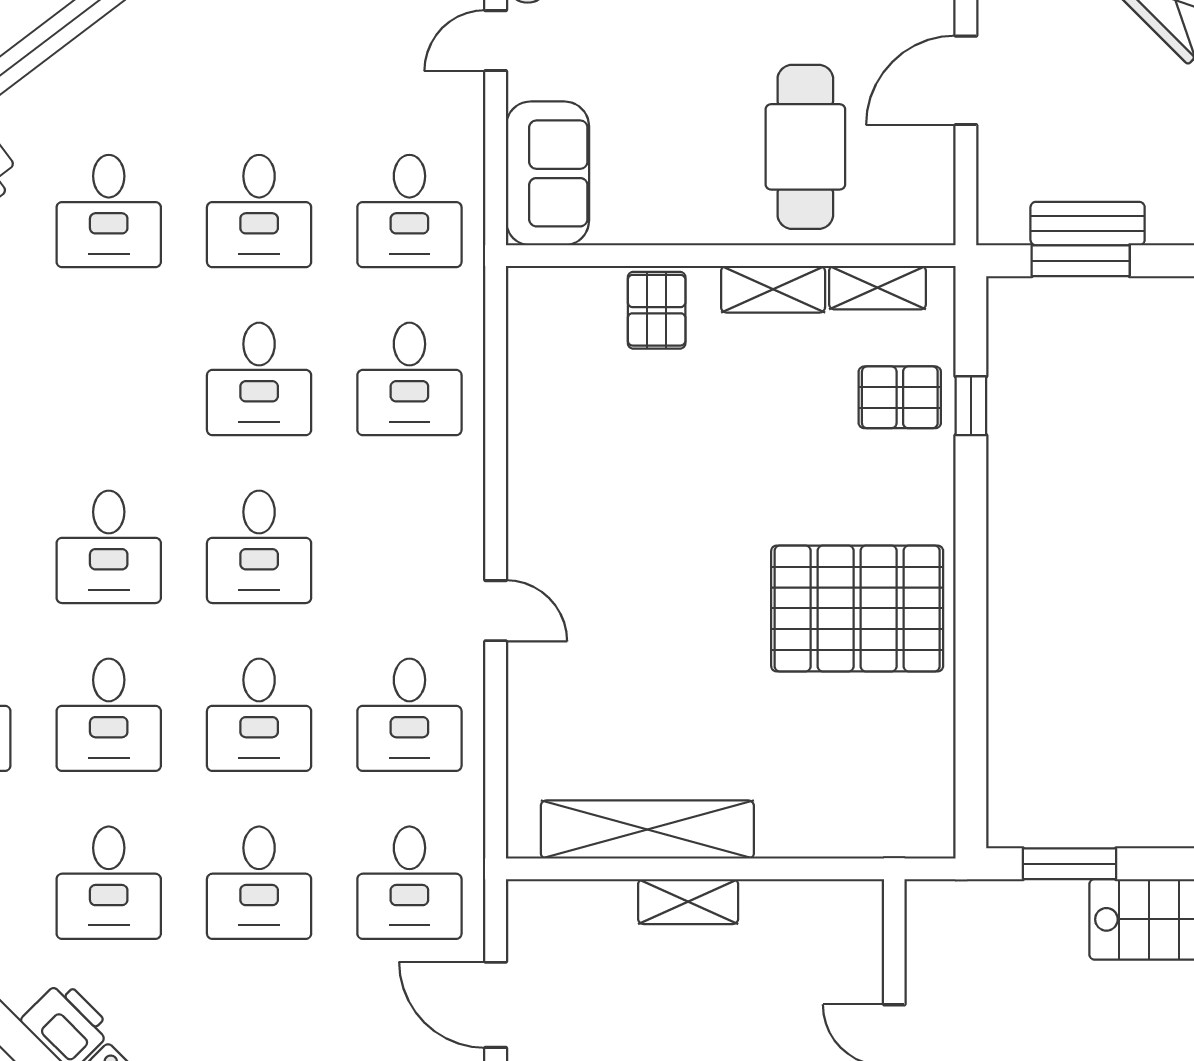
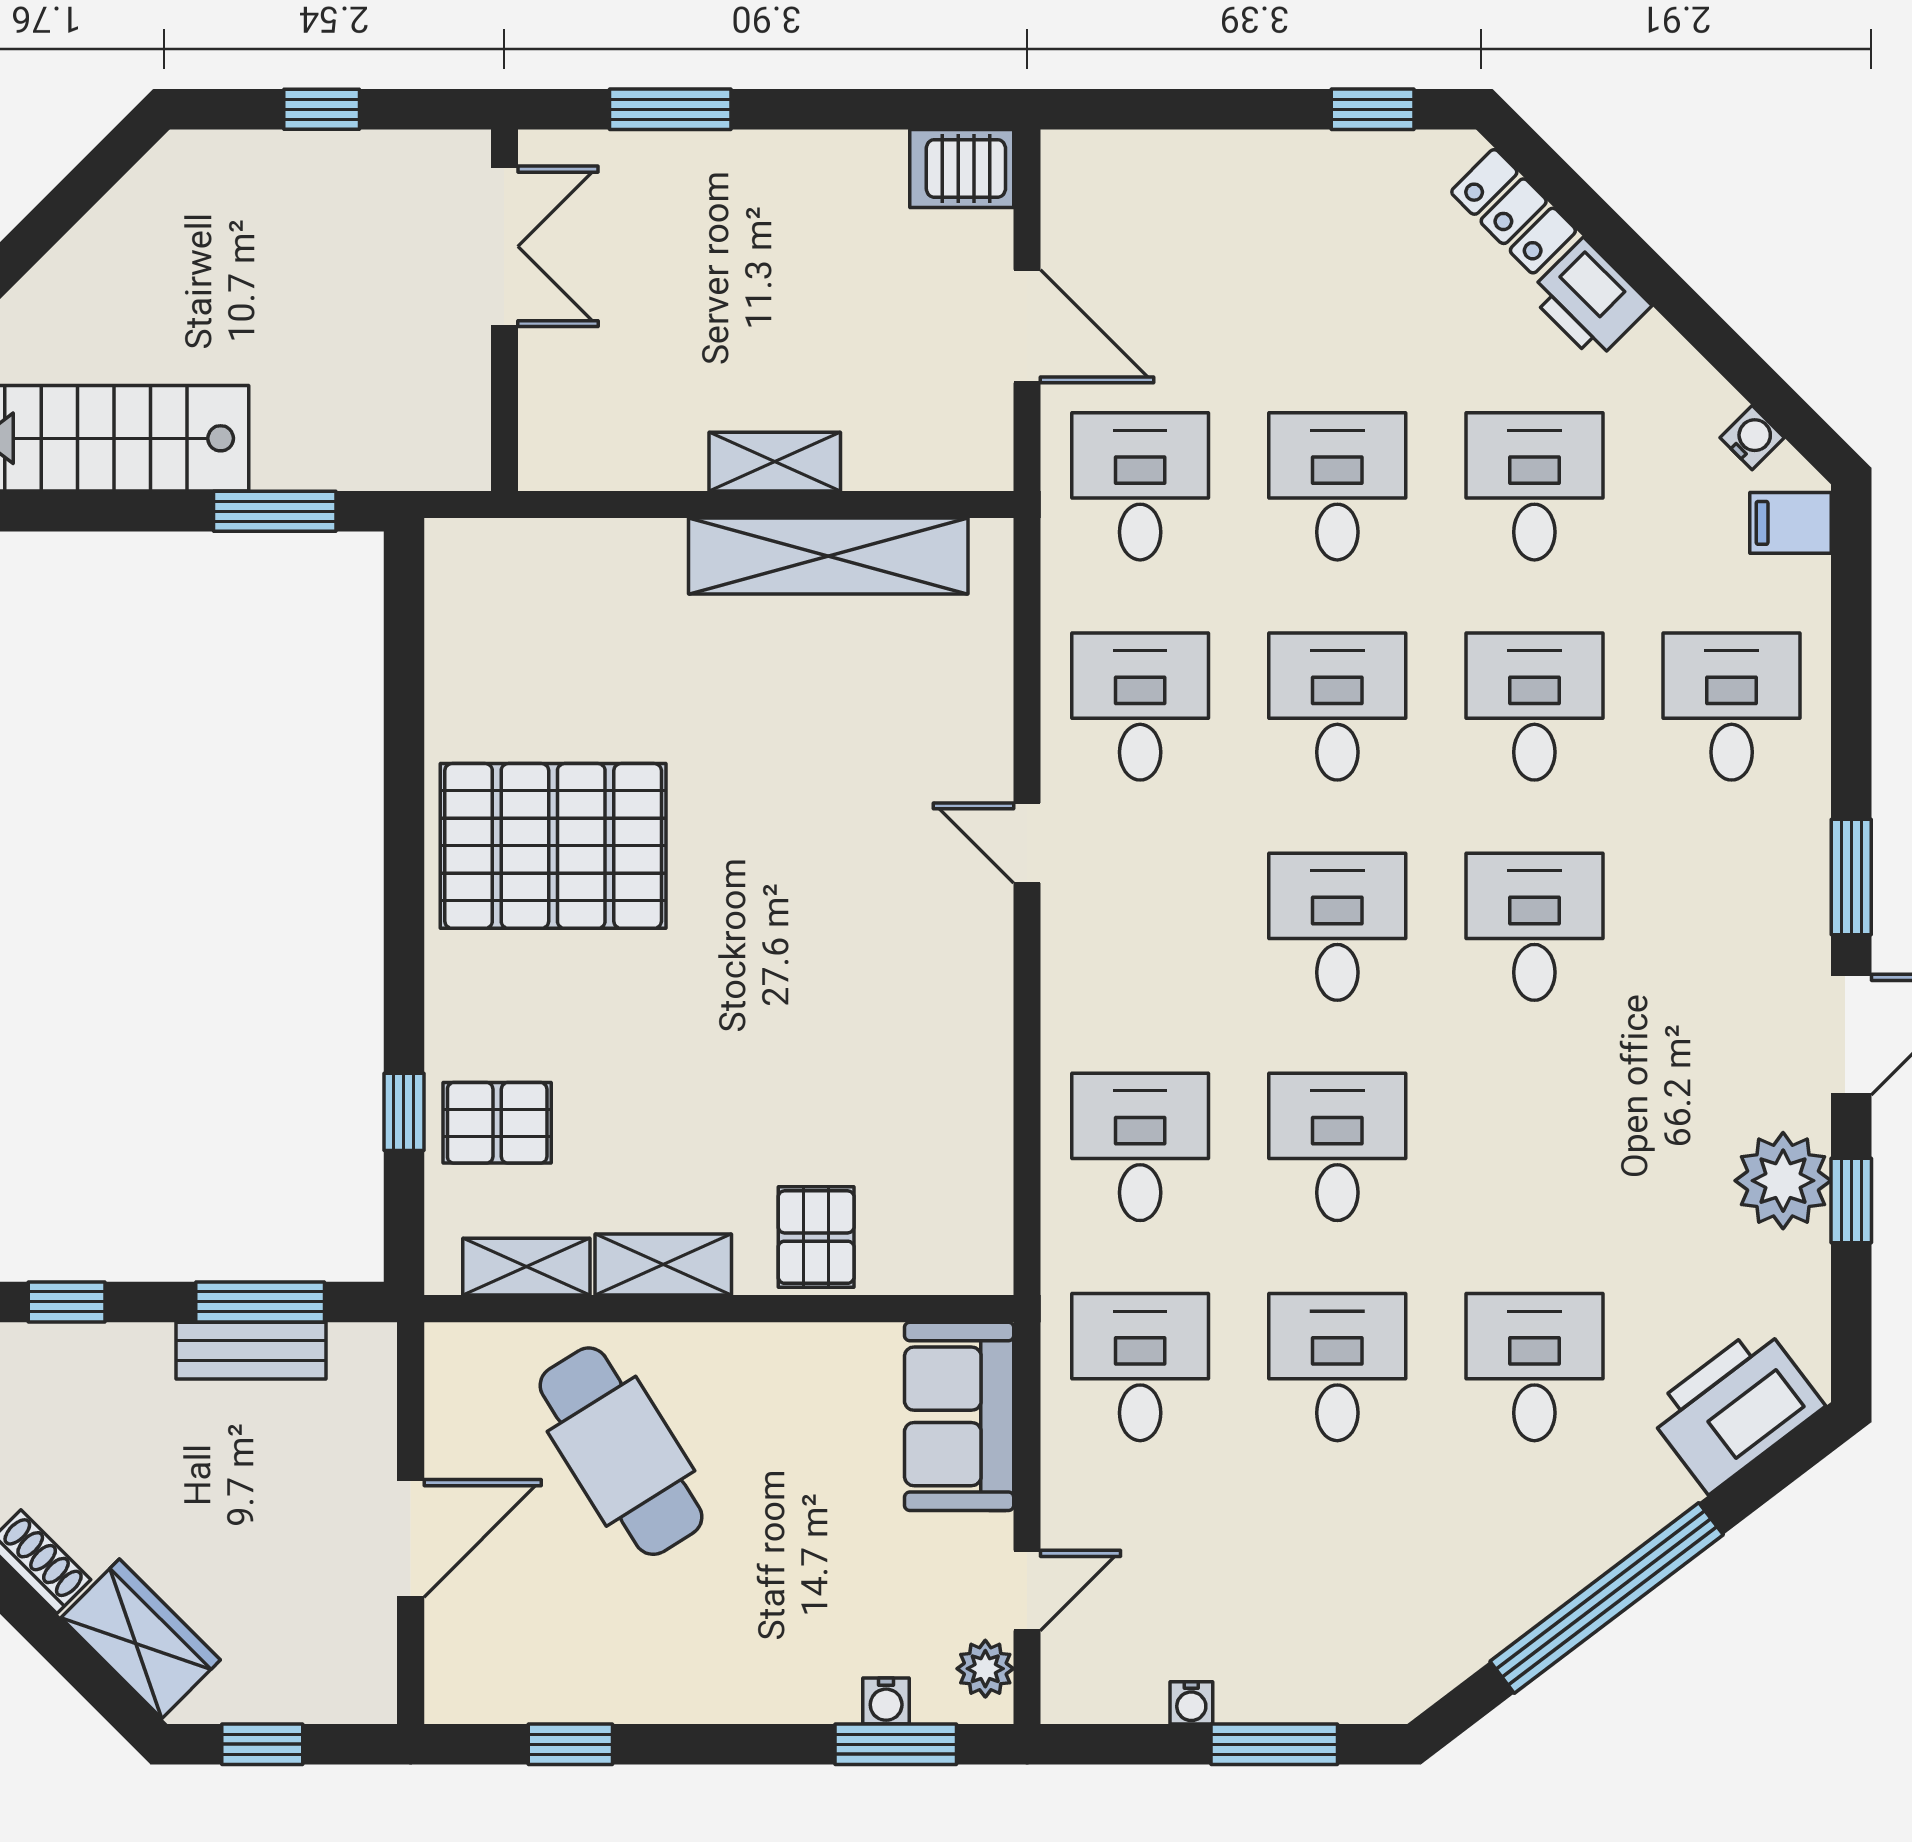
cafe table: (805, 147) -> (621, 1451), turned -32

